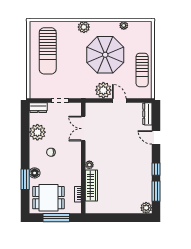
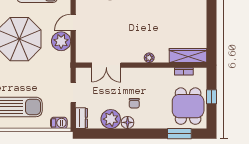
barbecue: (34, 88) -> (59, 123), added
floor lamp: (35, 173) -> (128, 122), moved
window: (25, 179) -> (179, 134), moved
wardrobe: (91, 185) -> (188, 55), moved
window: (56, 218) -> (212, 97), width x0.46

